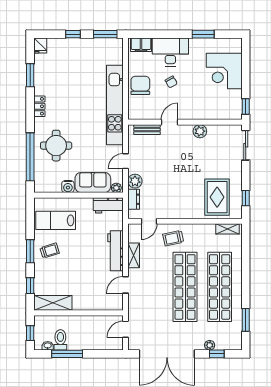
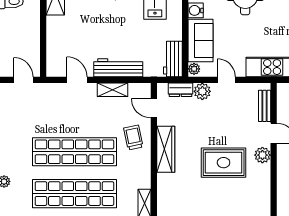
plant: (200, 131) -> (262, 155), moved
rug: (217, 197) -> (224, 163), moved
wardrobe: (183, 211) -> (166, 149), added

